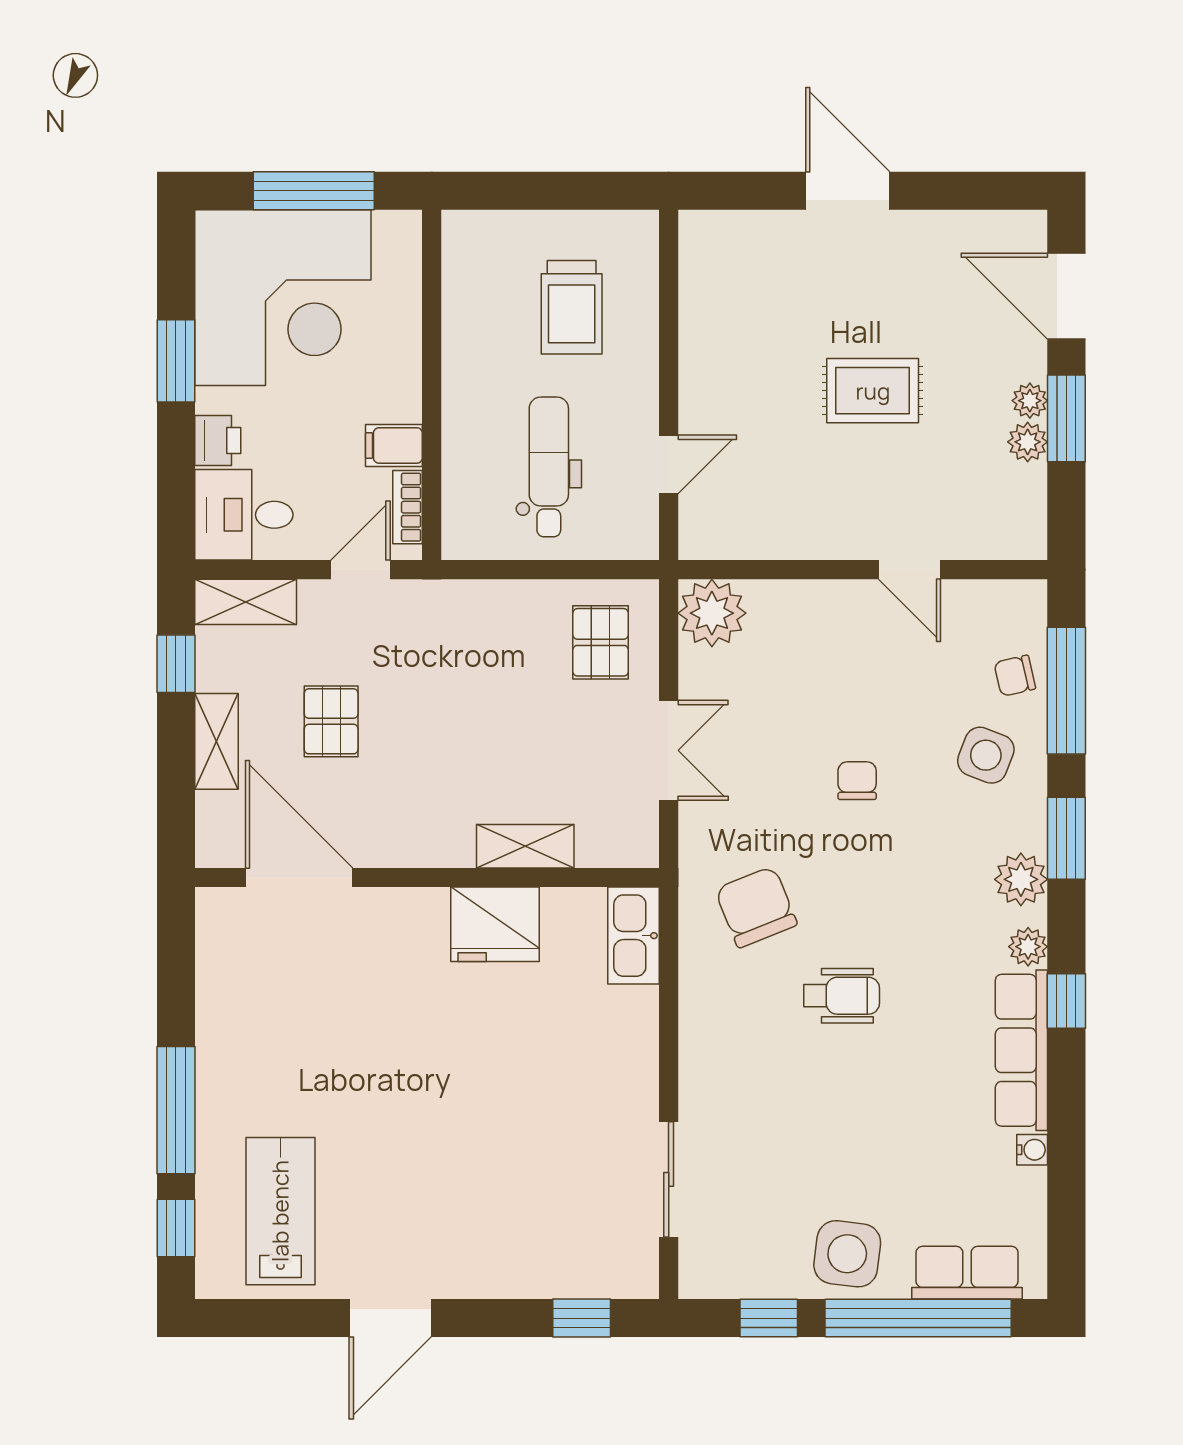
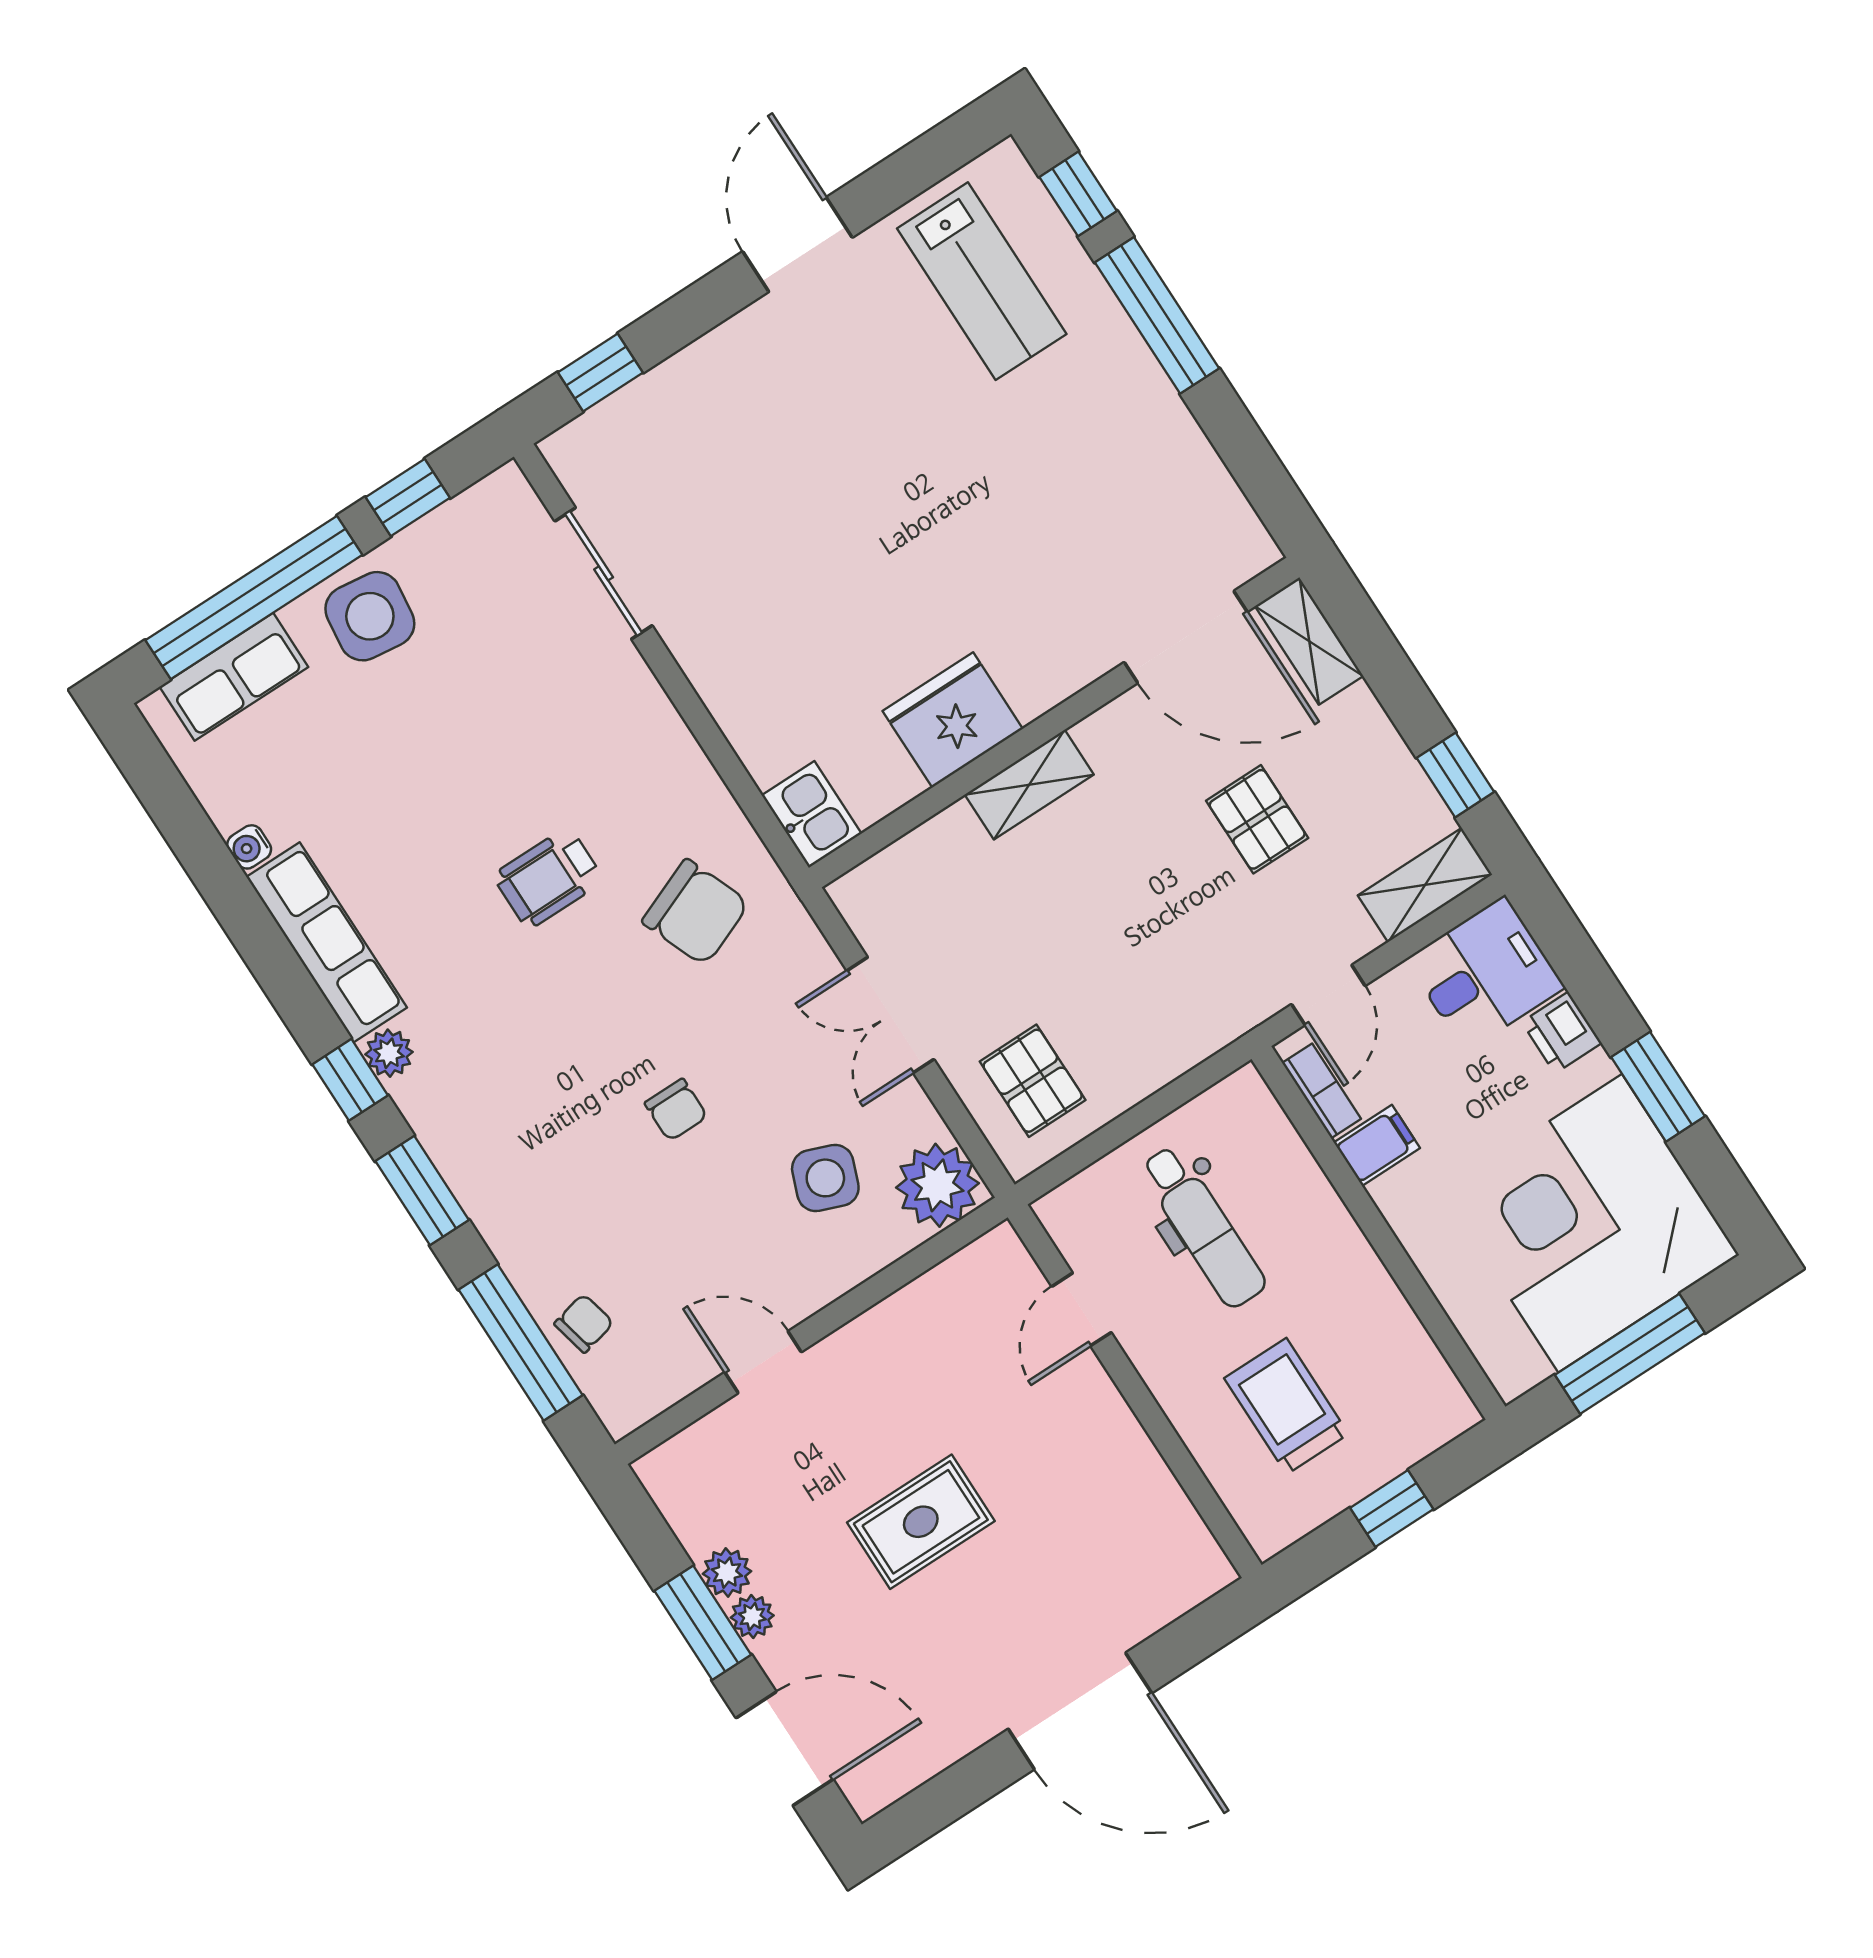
window: (545, 191) -> (1392, 1508), added
door: (848, 191) -> (1080, 1711), width x1.36
shelving: (217, 741) -> (1309, 641), moved
side table: (986, 755) -> (825, 1178), moved
shelving: (525, 846) -> (1029, 785), moved
plant: (1021, 879) -> (441, 1118), removed
kitchen sink: (633, 936) -> (812, 814), width x0.73
window: (1066, 1001) -> (350, 1080), moved

